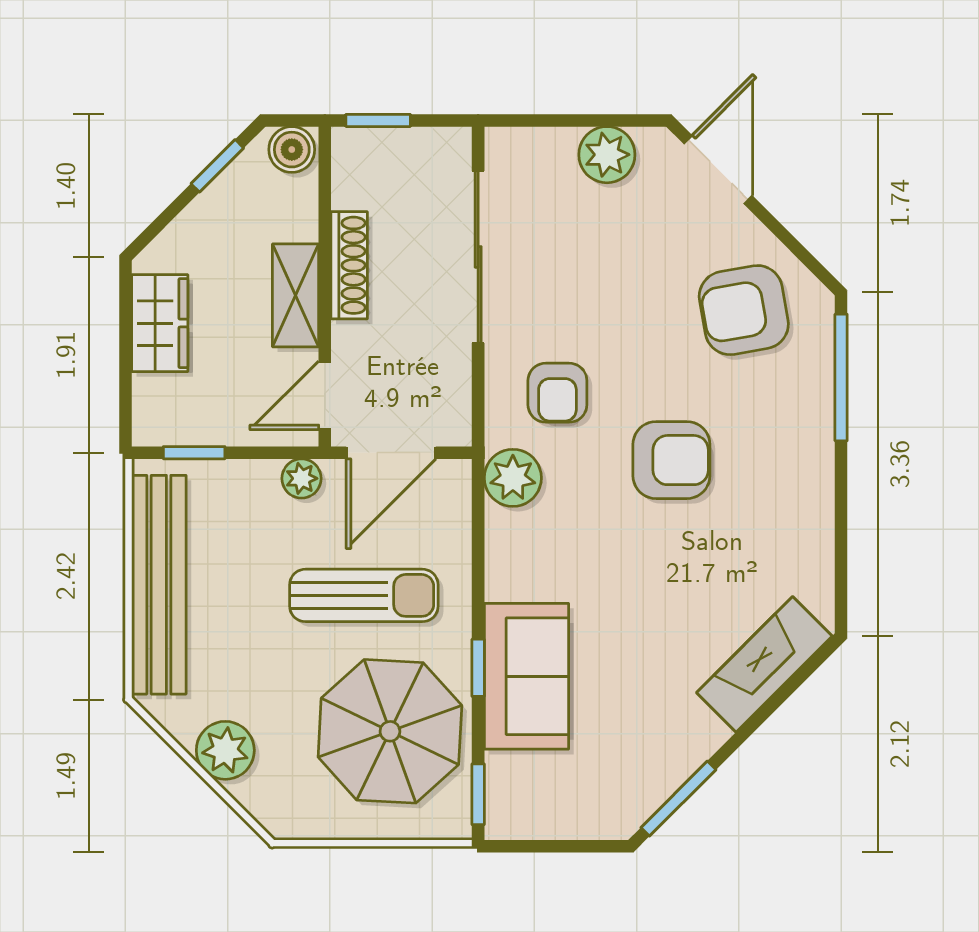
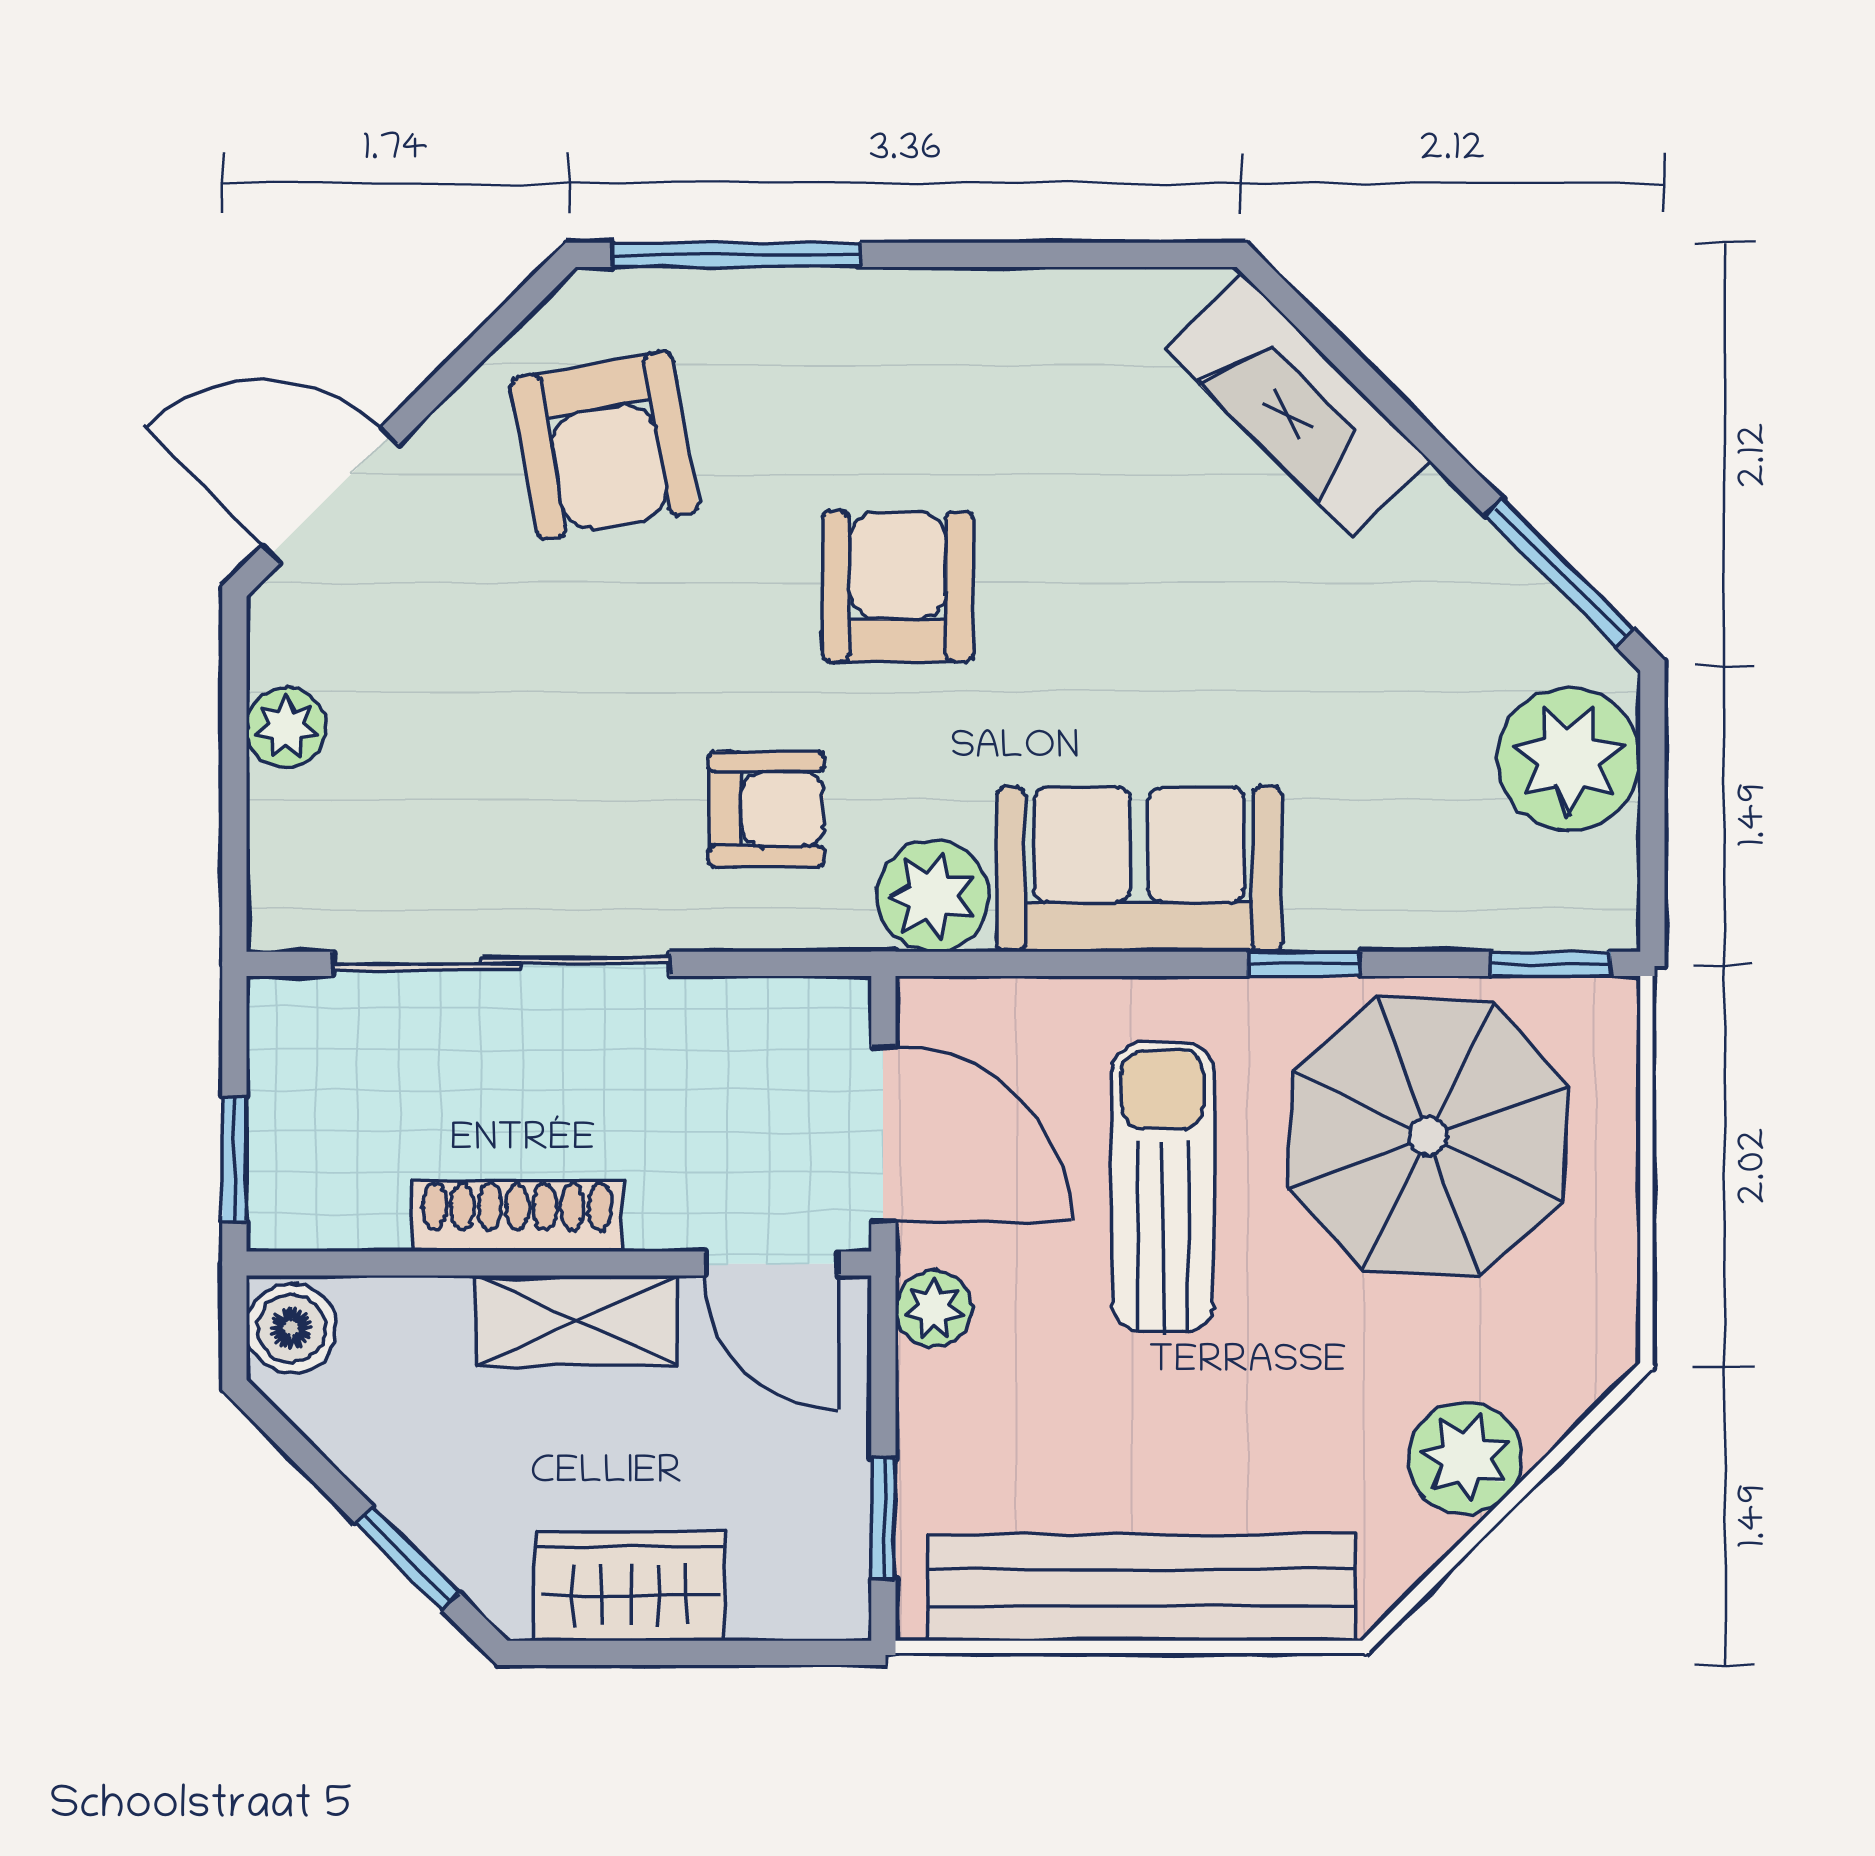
plant: (607, 155) -> (286, 727), width x0.73, depth x0.73
window: (217, 166) -> (407, 1558), moved
sofa: (526, 676) -> (1139, 870), moved
plant: (583, 803) -> (1569, 759), added

